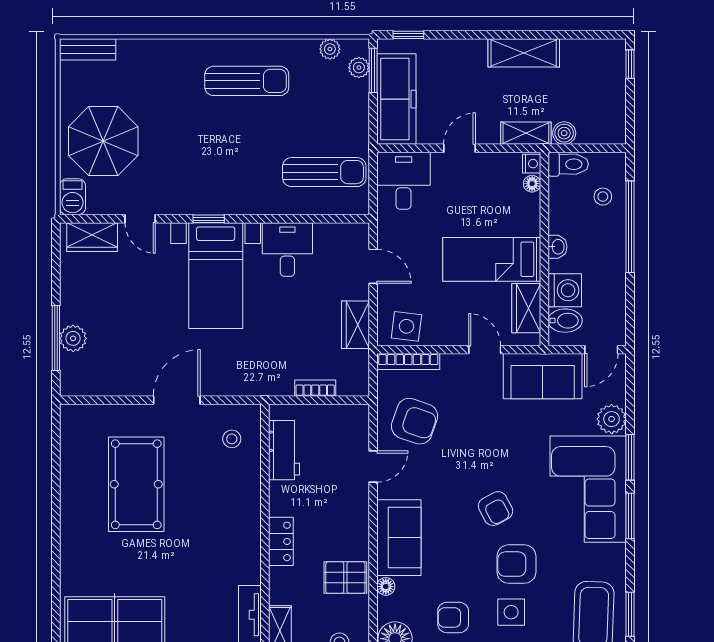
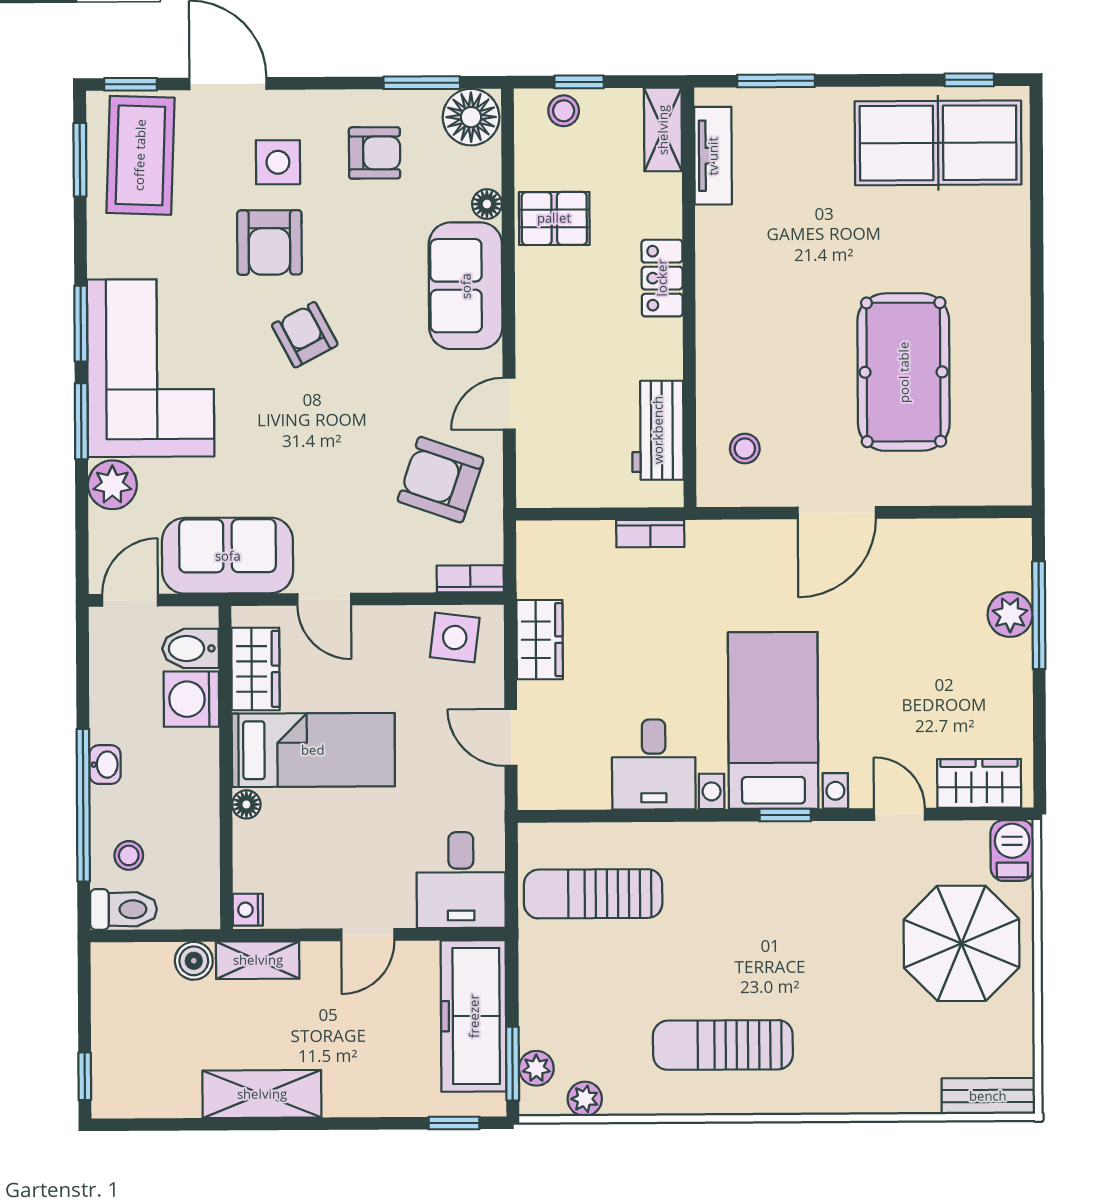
toilet: (568, 164) -> (124, 909), moved, turned 180
floor lamp: (532, 184) -> (246, 804), moved
washbasin: (558, 247) -> (105, 765), moved, turned 180
bookcase: (408, 362) -> (470, 579), width x0.64
bookcase: (315, 388) -> (650, 534), moved
armchair: (516, 564) -> (269, 242), turned 90

